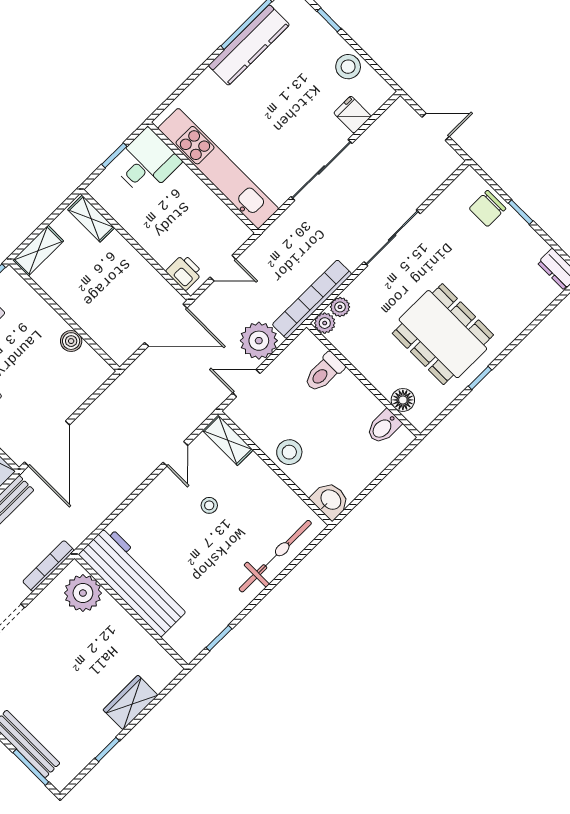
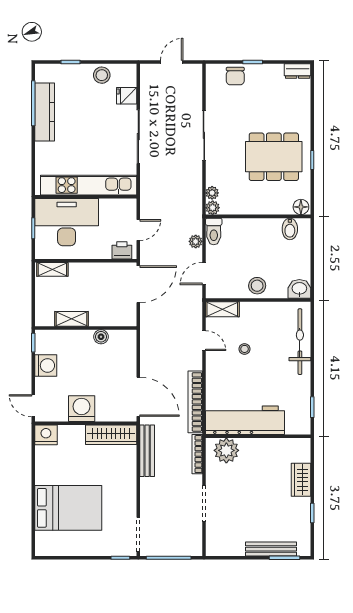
desk: (146, 163) -> (67, 222), width x1.87, depth x1.30
shelving: (38, 251) -> (72, 319), moved, turned 90
bookcase: (312, 299) -> (195, 402), moved
plant: (259, 341) -> (196, 241), width x0.53, depth x0.53
toilet: (324, 372) -> (214, 231), moved
floor lamp: (403, 400) -> (301, 207), moved

